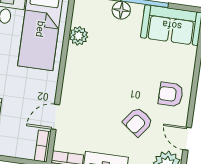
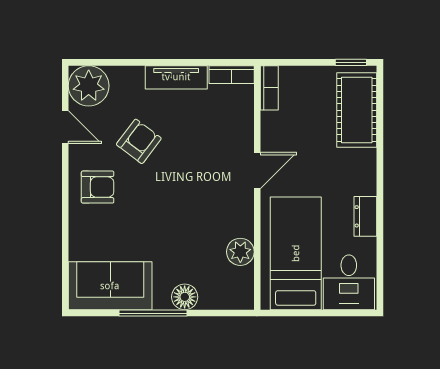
door: (55, 117) -> (257, 171), moved

